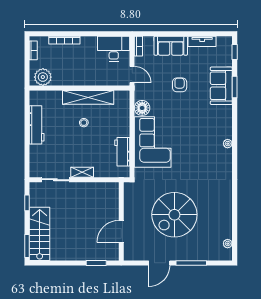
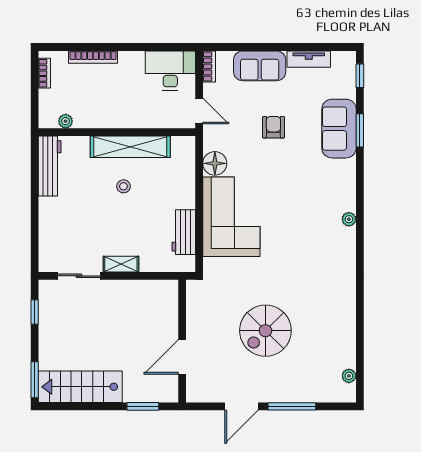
plant: (43, 77) -> (66, 121), width x0.53, depth x0.53
workbench: (37, 125) -> (50, 166), moved
spiral stairs: (174, 215) -> (265, 331), width x0.73, depth x0.73
stairs: (40, 234) -> (80, 387), moved, turned -90

